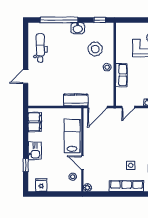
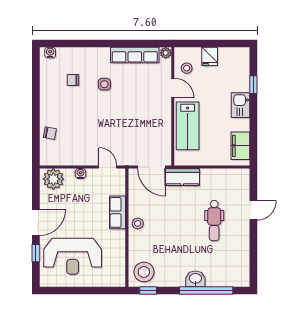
washbasin: (78, 28) -> (195, 279), moved
dental chair: (40, 48) -> (214, 221), moved
stool: (95, 49) -> (144, 272), moved
door: (98, 107) -> (151, 167), swing flipped
door: (128, 107) -> (108, 167), hinge flipped
fridge: (41, 185) -> (210, 56), moved
row of seats: (127, 186) -> (135, 55), moved

